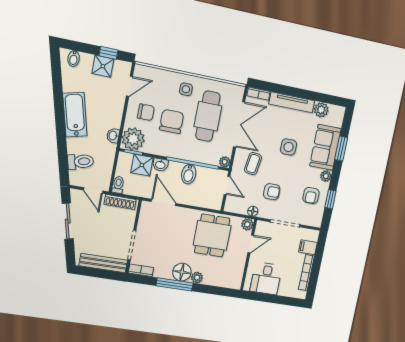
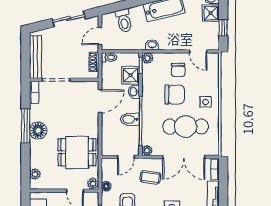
shower: (103, 66) -> (211, 13), moved
plant: (133, 139) -> (148, 58), width x0.53, depth x0.53
shoe rack: (120, 202) -> (94, 62), width x0.70
plant: (197, 278) -> (35, 174), moved

